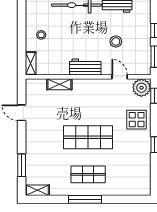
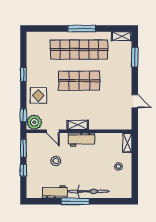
shelving: (59, 84) -> (78, 125), moved
shop shelf: (88, 174) -> (79, 50), width x2.00, depth x1.36

